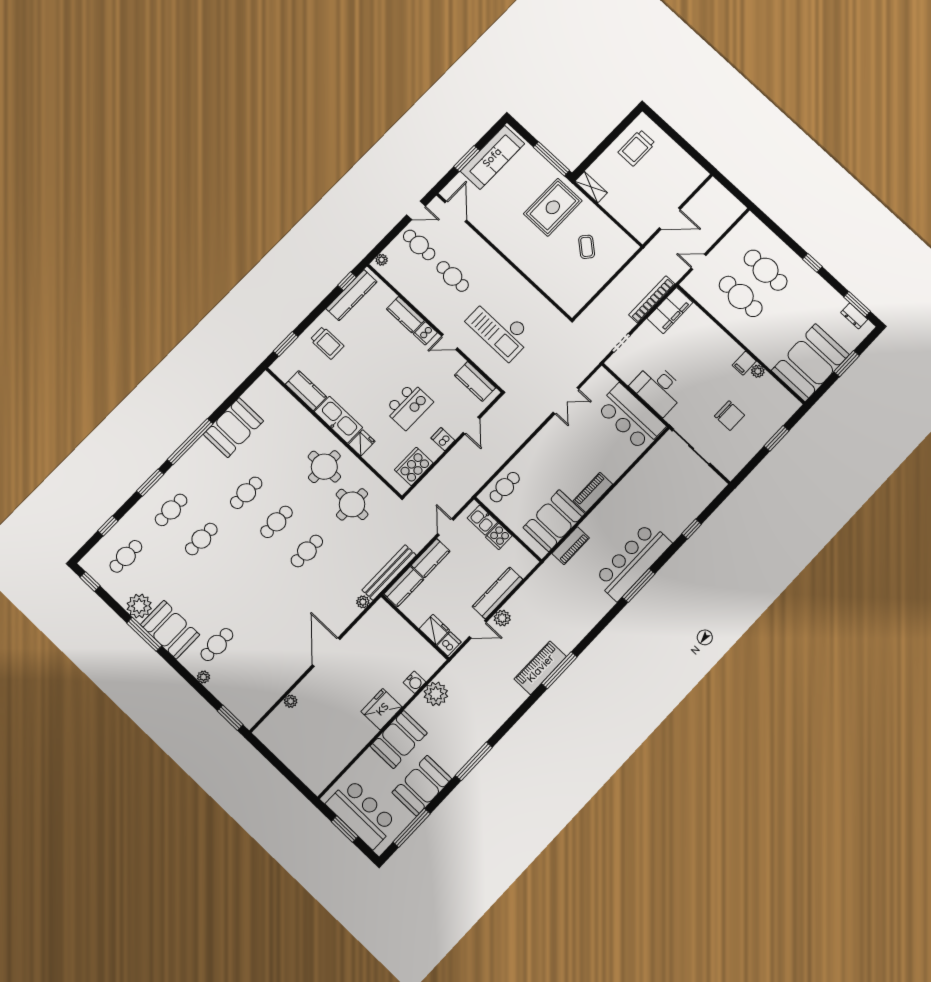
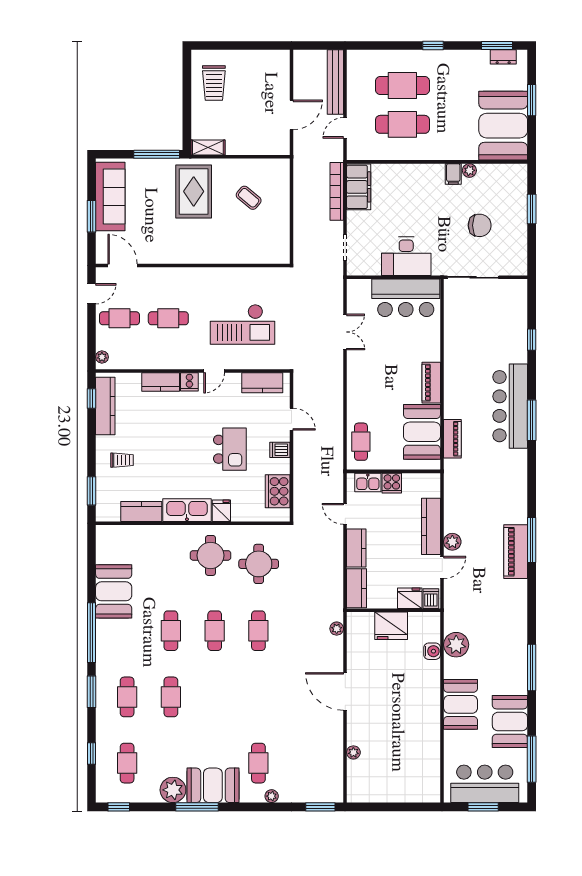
trolley: (327, 343) -> (122, 460), width x0.73, depth x0.72
bench: (389, 573) -> (335, 82), moved
fridge: (382, 709) -> (391, 626), moved, turned -90

